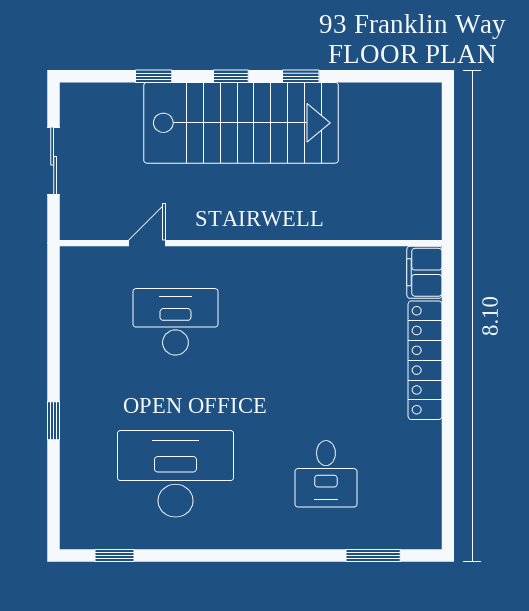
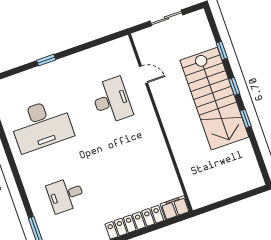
desk: (175, 474) -> (41, 125), turned 90

